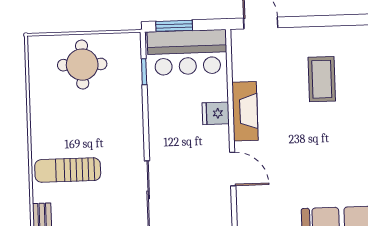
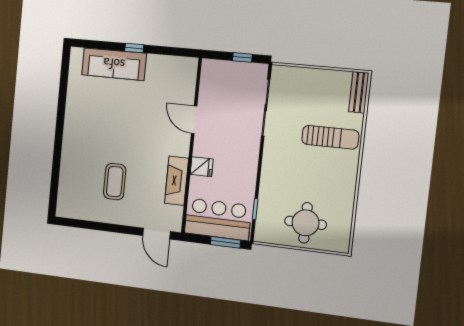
fireplace: (245, 111) -> (176, 181), moved

